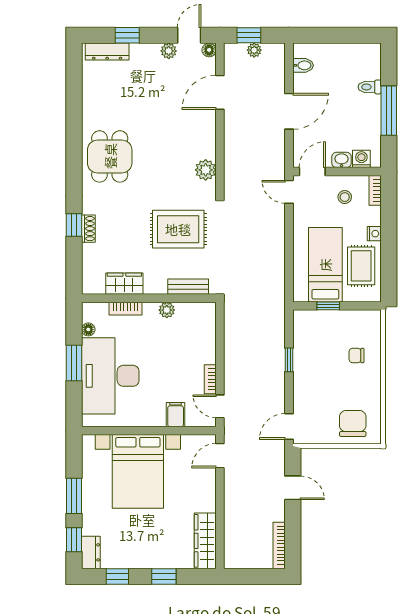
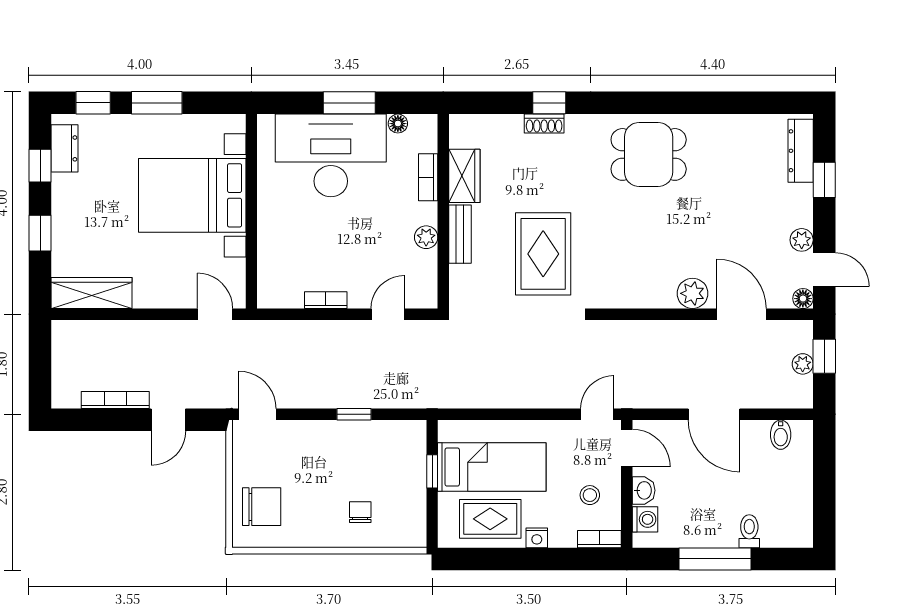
plant: (206, 170) -> (693, 293), moved
bench: (188, 287) -> (460, 234), moved
door: (220, 406) -> (388, 314), moved
filing cabinet: (176, 415) -> (275, 250), removed
bookcase: (279, 545) -> (115, 400), moved
dresser: (91, 552) -> (64, 148), moved, turned -90

